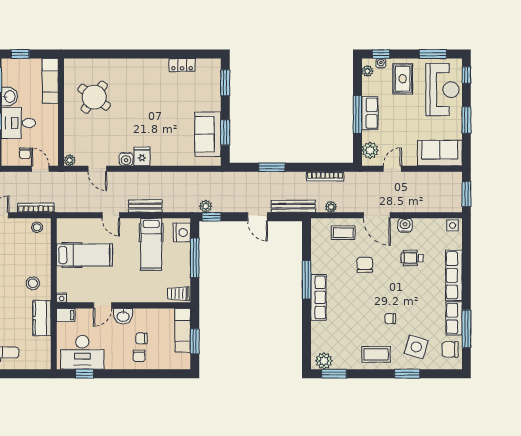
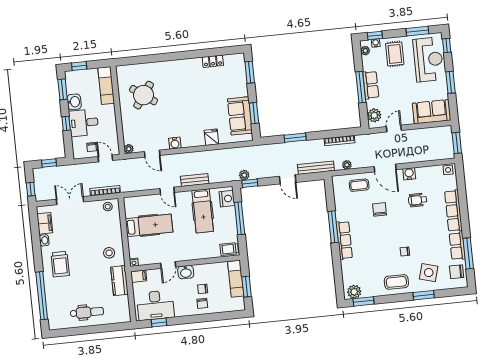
fridge: (142, 156) -> (211, 137), moved

